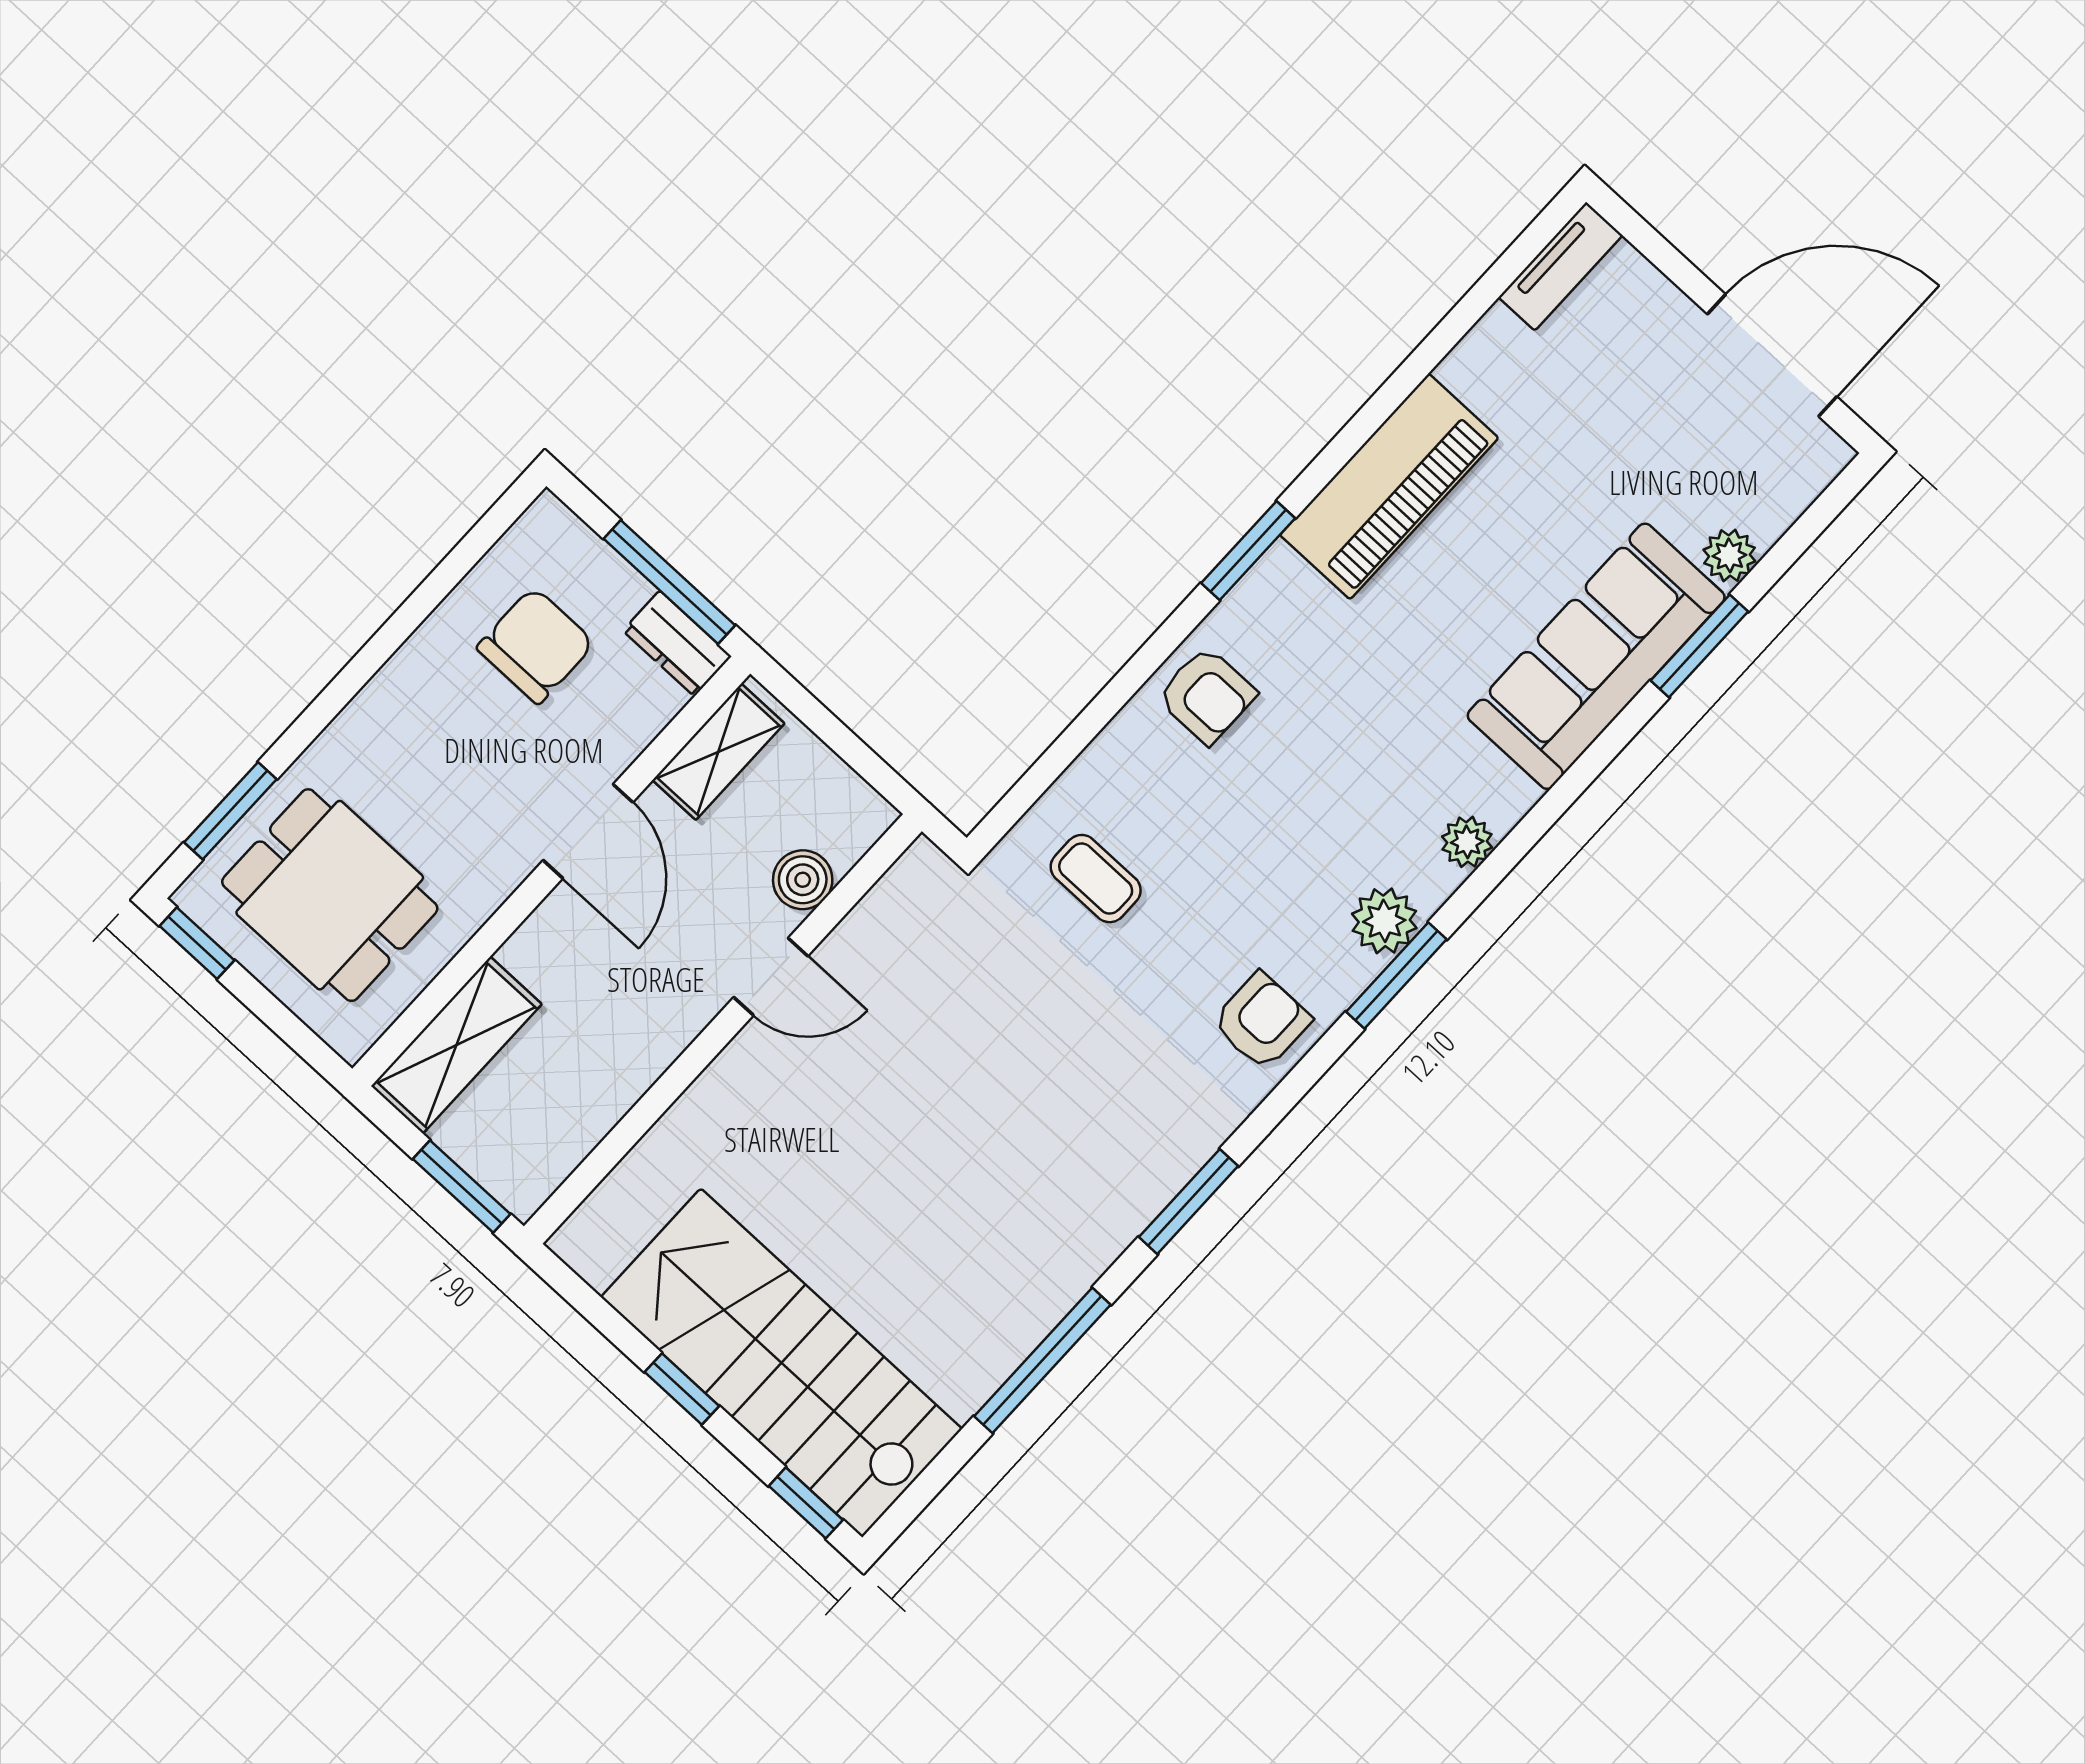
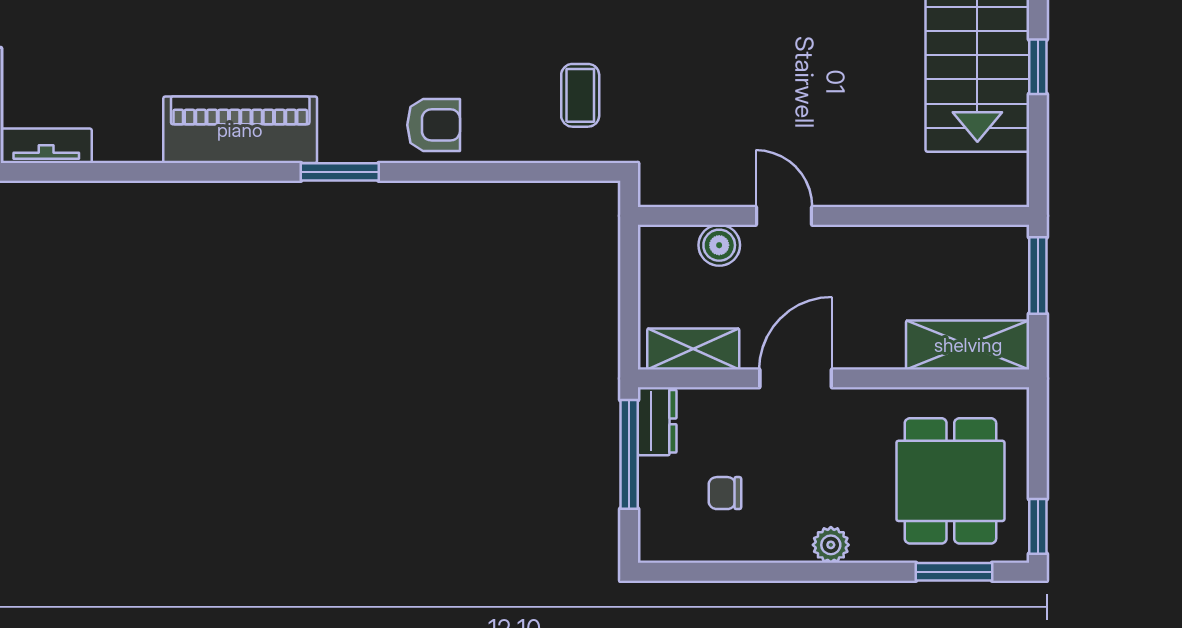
chair: (536, 645) -> (725, 493), width x0.54, depth x0.54
armchair: (1207, 695) -> (434, 125), turned 90
plant: (378, 707) -> (831, 545), added

